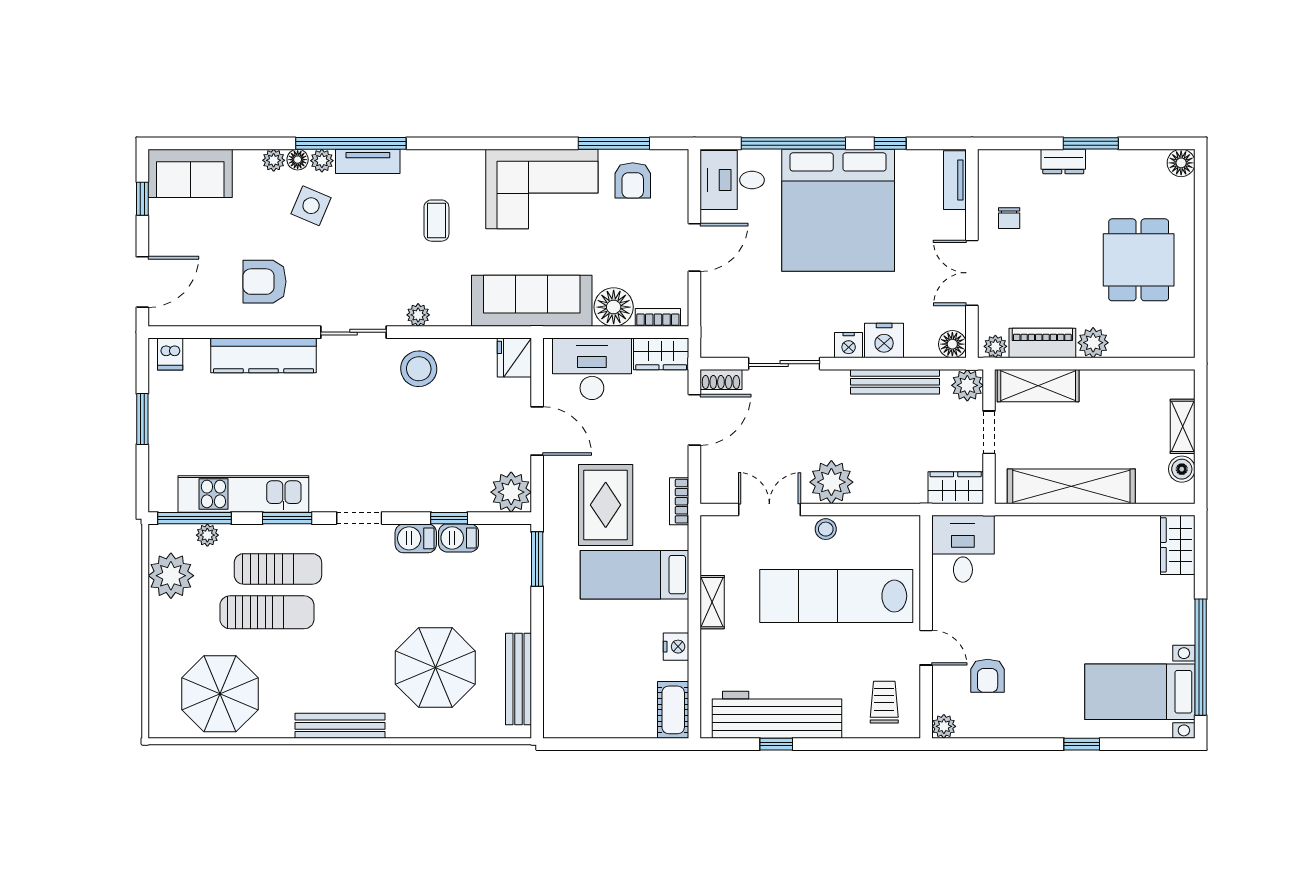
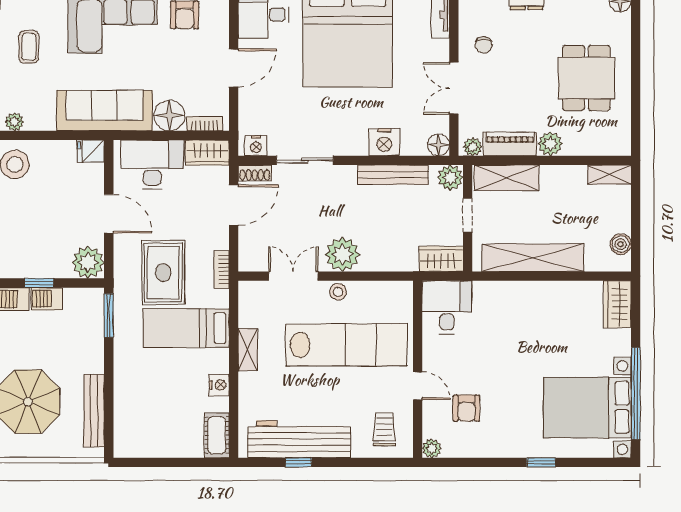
nightstand: (849, 345) -> (256, 146), moved
fridge: (514, 358) -> (91, 151), width x0.72
shelving: (1183, 426) -> (609, 175), moved, turned 90
lab bench: (836, 596) -> (346, 345), turned 180
bed with nightstands: (1140, 692) -> (587, 408), width x1.36

